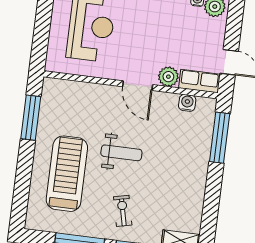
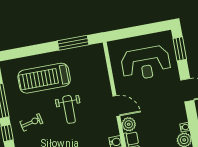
door: (138, 86) -> (116, 106), swing flipped
treadmill: (67, 174) -> (44, 78), turned 180

